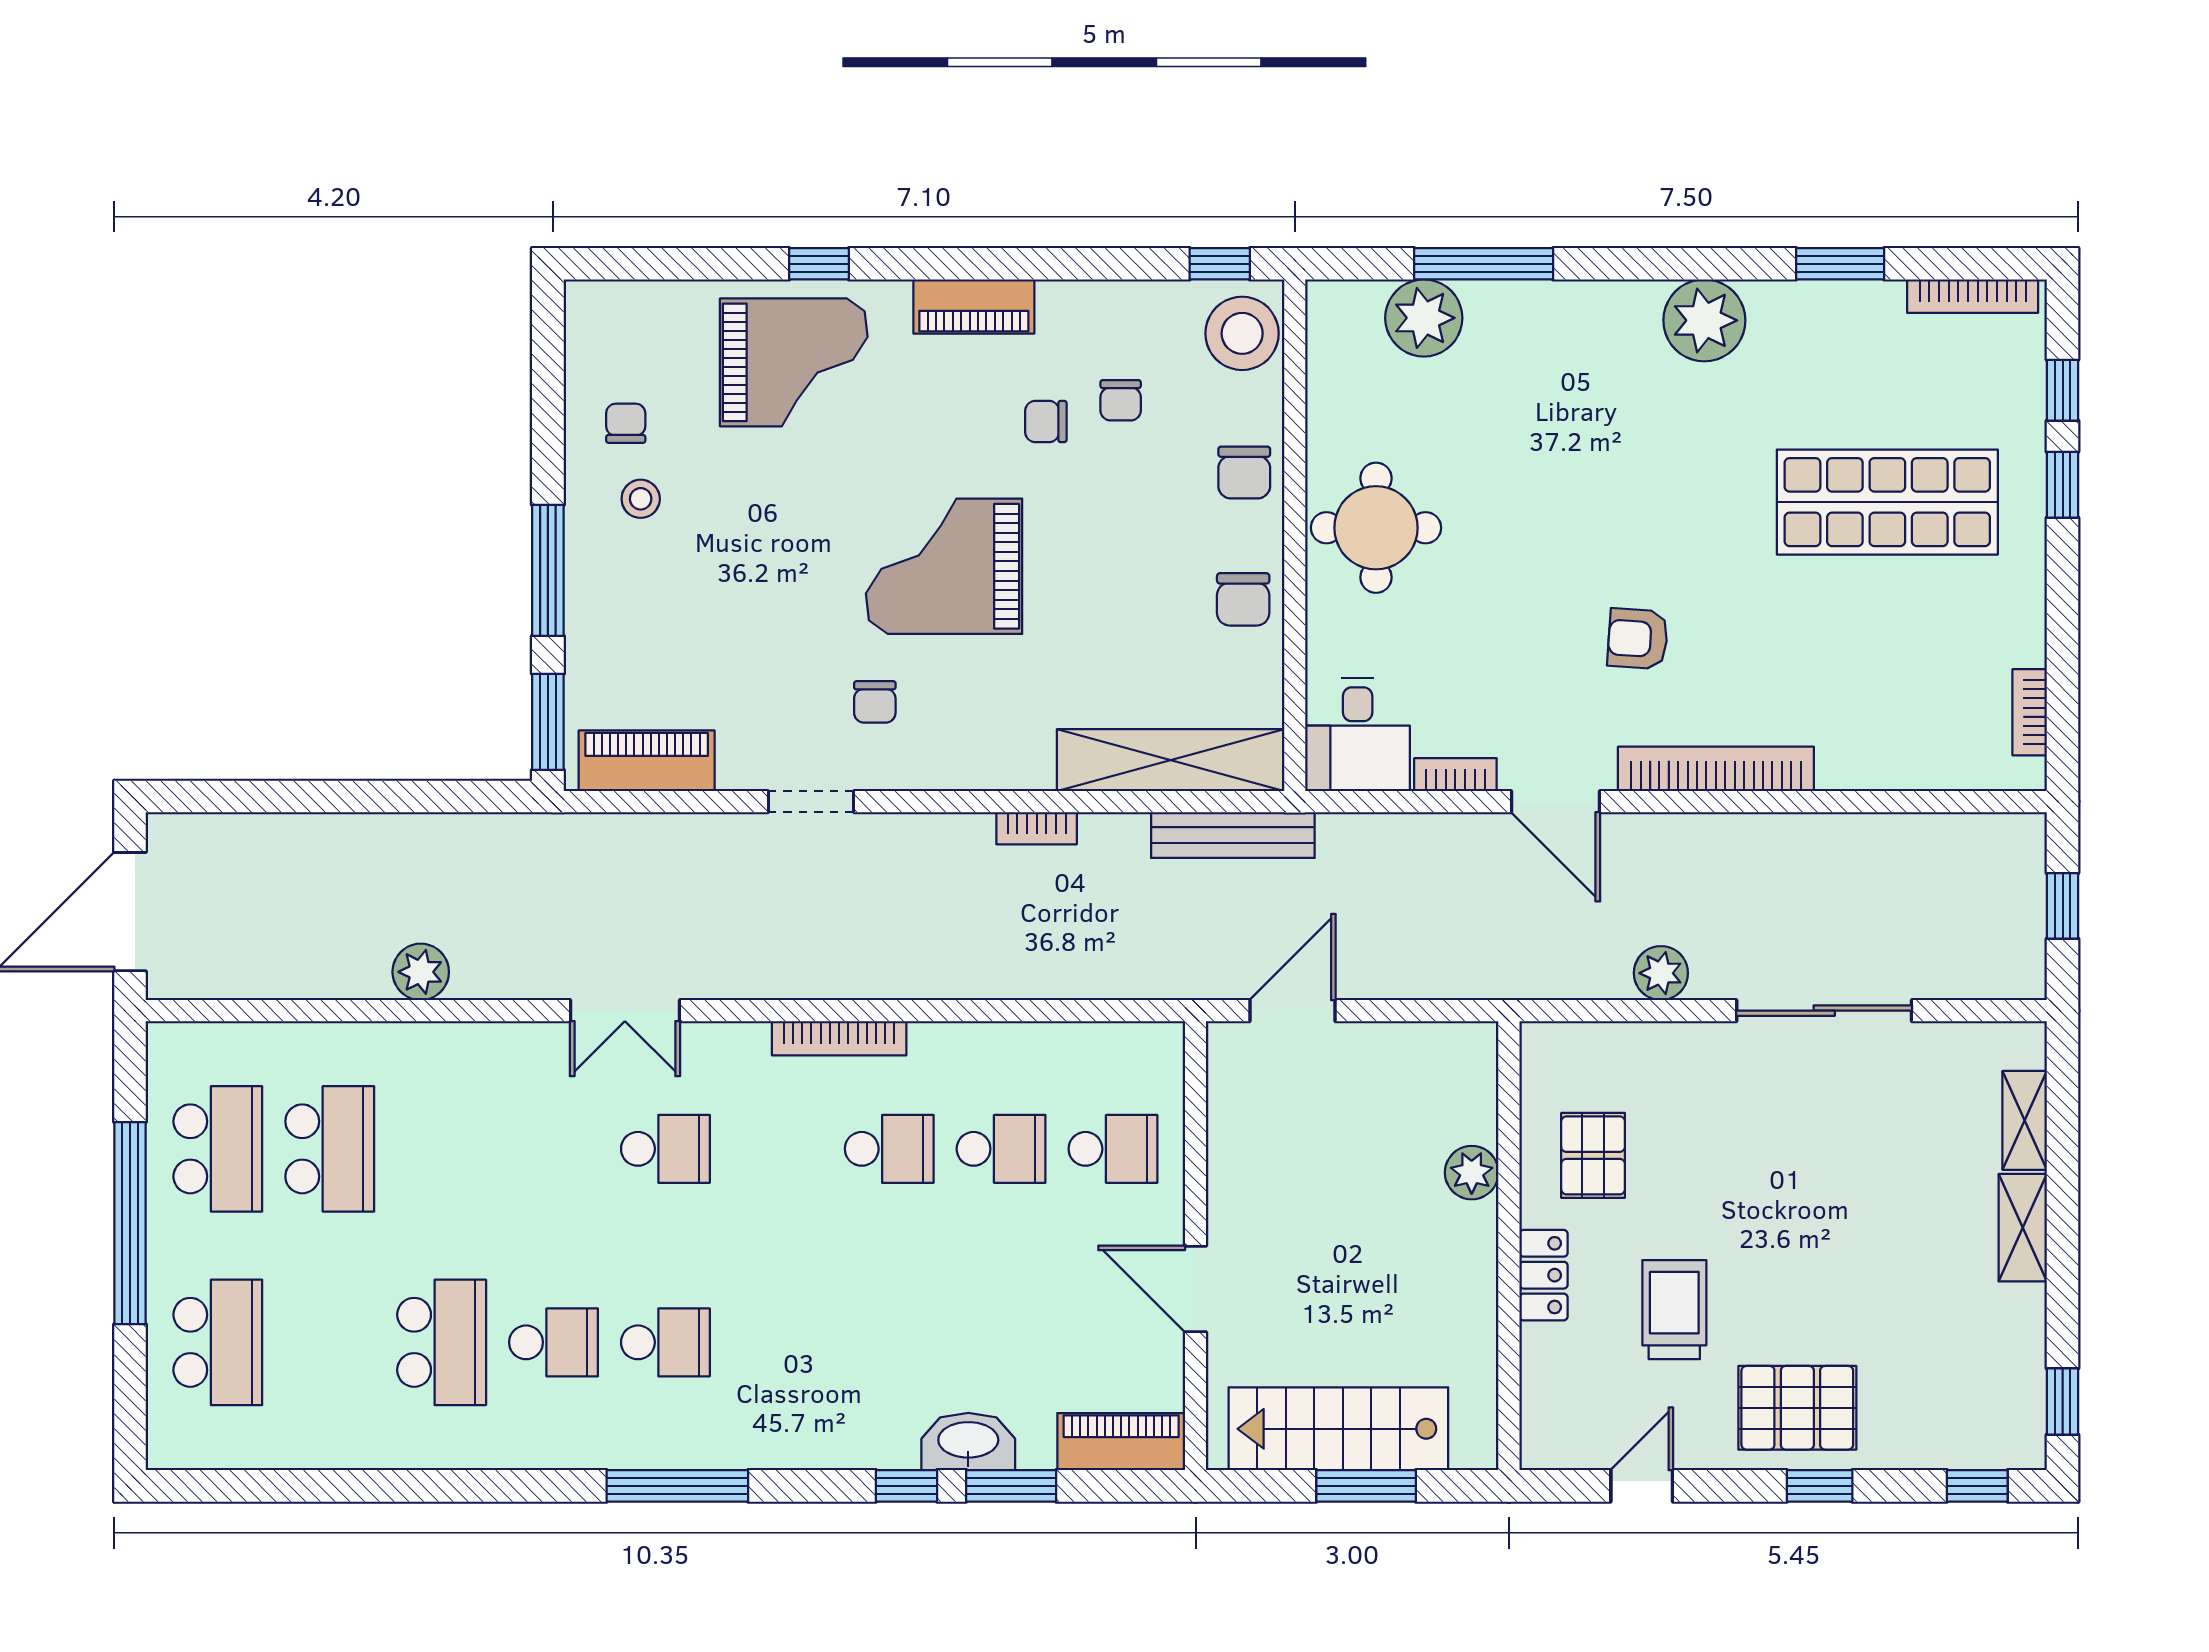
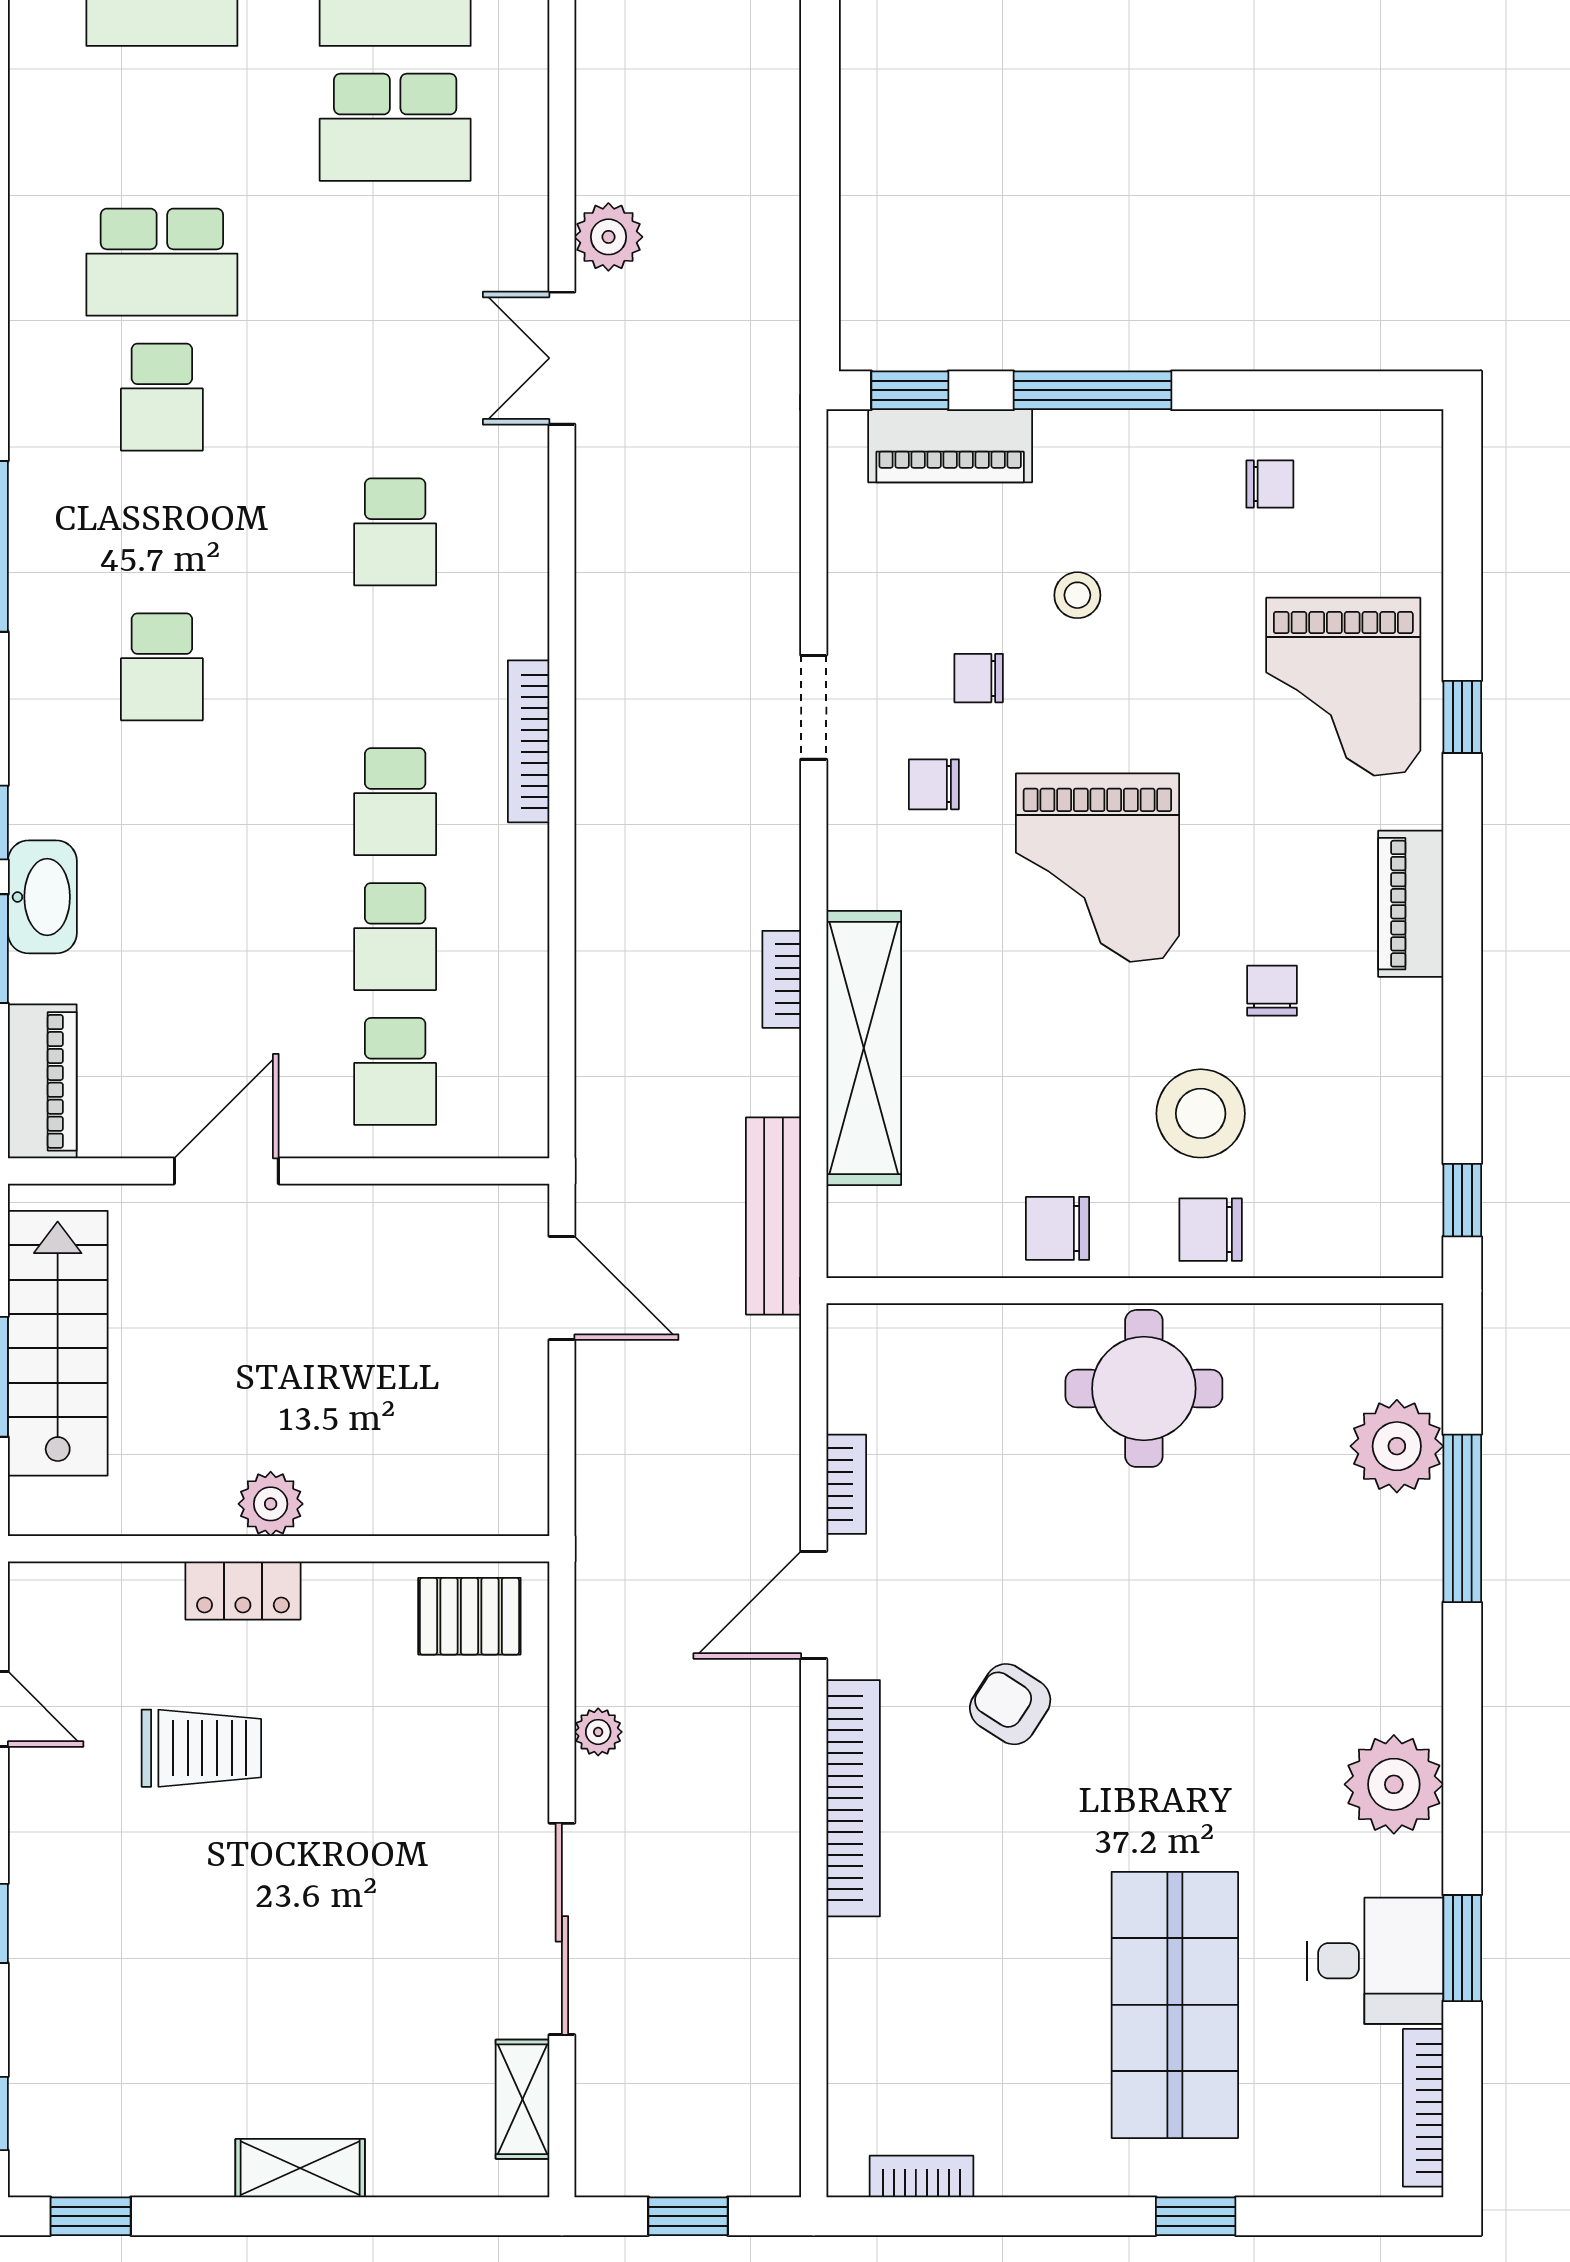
stool: (1242, 333) -> (1201, 1113), moved
window: (2063, 390) -> (1310, 2216), removed
chair: (1121, 400) -> (979, 678), moved
stool: (641, 499) -> (1077, 595), moved
grand piano: (944, 566) -> (1097, 868), turned 180
armchair: (1638, 639) -> (1010, 1704), turned -61
window: (548, 722) -> (910, 390), width x0.67
desk: (1358, 735) -> (1375, 1961), moved, turned 180
shelving: (1171, 760) -> (864, 1048), moved
piano: (647, 761) -> (950, 446), moved, turned 90
plant: (1661, 973) -> (598, 1732), width x0.73, depth x0.73
double door: (625, 1011) -> (562, 358), moved
shelving: (2025, 1120) -> (522, 2099), moved, turned 90
pallet: (1593, 1155) -> (469, 1616), moved
plant: (1472, 1173) -> (271, 1504), moved
school desk: (665, 1342) -> (162, 667), moved
pallet: (1797, 1408) -> (83, 1896), removed

